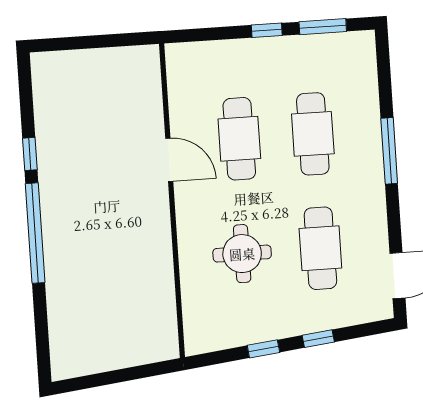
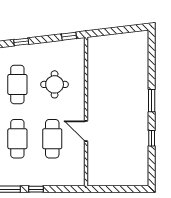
window: (35, 233) -> (152, 101), width x0.47
window: (263, 349) -> (69, 36), moved

